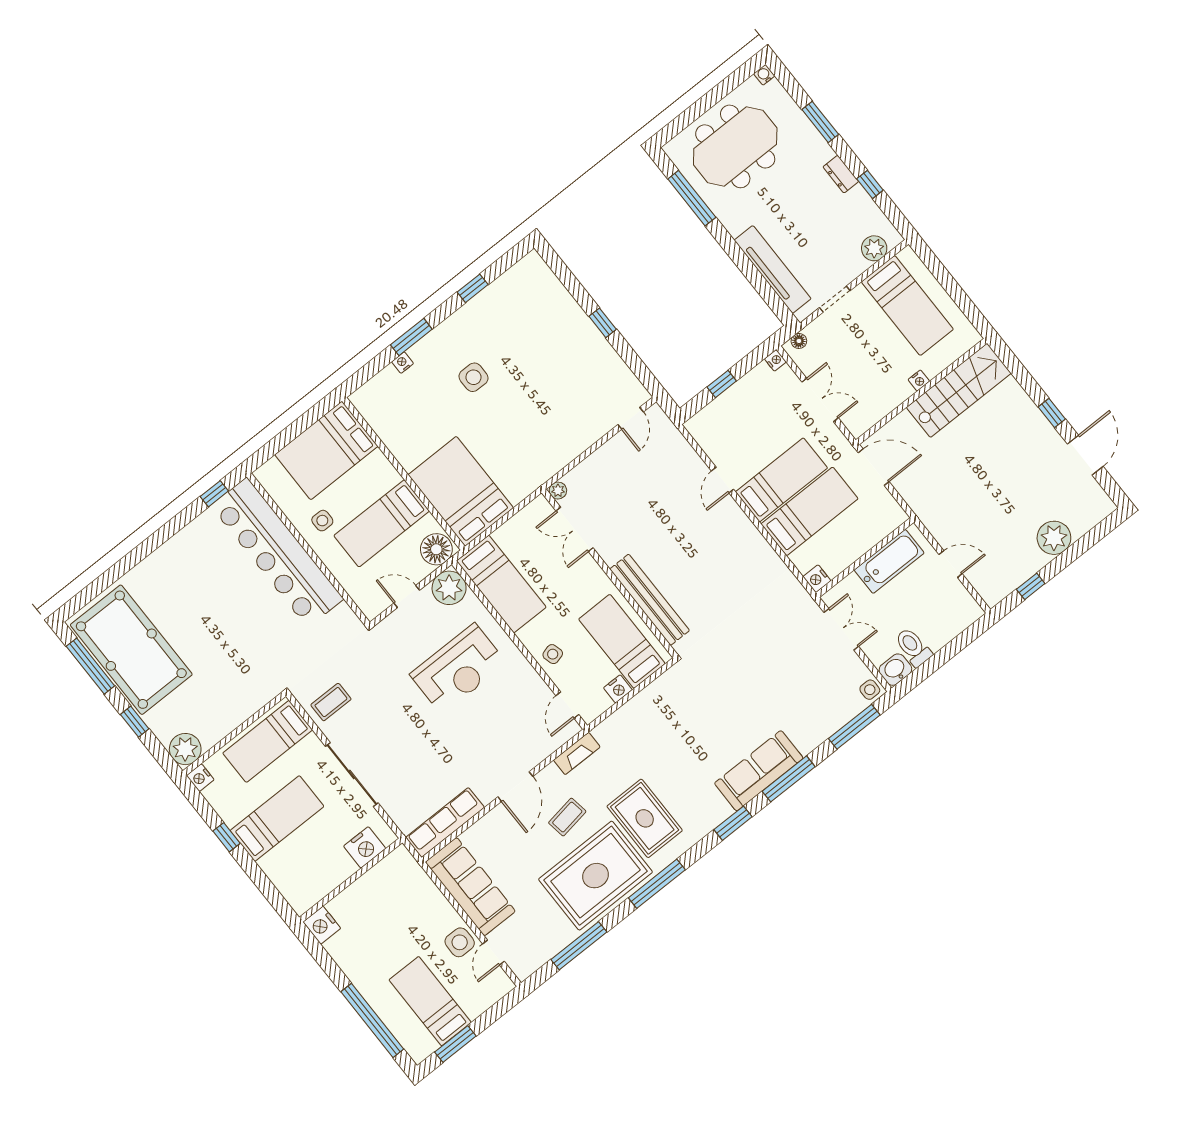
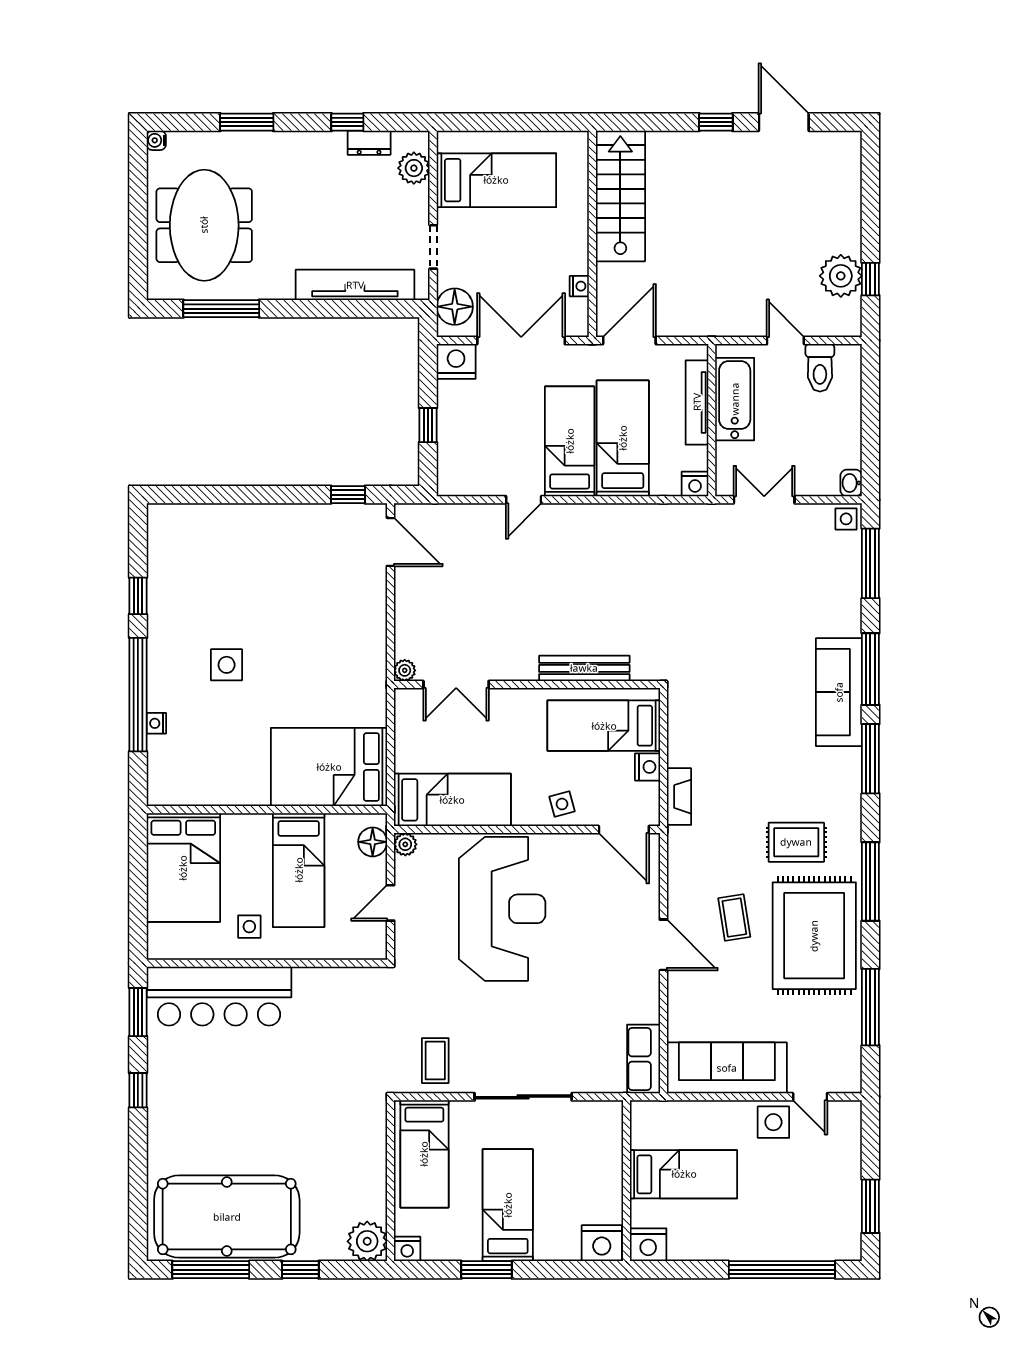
dresser: (841, 174) -> (369, 143), moved
window: (603, 323) -> (348, 495), moved
window: (411, 337) -> (138, 695), width x2.11
floor lamp: (799, 341) -> (455, 307), width x1.89, depth x1.89
nightstand: (775, 360) -> (456, 361), width x1.89, depth x1.79
nightstand: (919, 380) -> (579, 286), moved
double door: (820, 400) -> (521, 340), width x1.37
door: (631, 418) -> (390, 542), width x1.38
door: (723, 480) -> (524, 500), hinge flipped
window: (214, 494) -> (138, 1012), width x1.50
window: (166, 532) -> (138, 1090), added
plant: (1054, 538) -> (841, 276), moved
tv unit: (868, 540) -> (697, 402), added
floor lamp: (436, 549) -> (373, 842), width x0.73, depth x0.73
bar counter: (277, 552) -> (219, 996), width x0.73
door: (951, 564) -> (785, 340), hinge flipped
plant: (449, 588) -> (405, 844), width x0.53, depth x0.53
bench: (650, 600) -> (584, 668), width x0.73, depth x0.82
toilet: (913, 647) -> (820, 368), moved, turned -90
reception desk: (458, 669) -> (502, 909), width x1.36, depth x1.30
washbasin: (895, 670) -> (851, 483), width x0.72, depth x0.69
door: (567, 705) -> (624, 830), width x1.38
fireplace: (577, 753) -> (679, 797), moved
rug: (645, 818) -> (796, 842), width x0.73, depth x0.70
row of seats: (445, 822) -> (644, 1059), width x0.68
window: (733, 823) -> (870, 759), width x1.44
window: (227, 837) -> (487, 1270), width x1.50
nightstand: (365, 847) -> (602, 1243), moved, turned 90
bed: (430, 1001) -> (684, 1174), moved, turned 180

